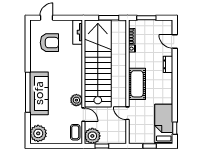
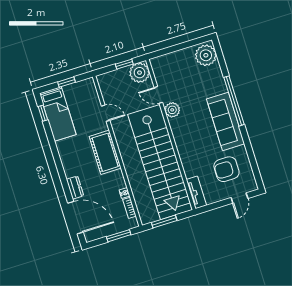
door: (175, 41) -> (75, 218), width x1.87
sofa: (39, 93) -> (226, 121), moved
coffee table: (75, 132) -> (162, 71), removed

